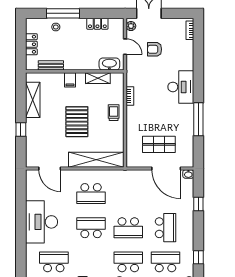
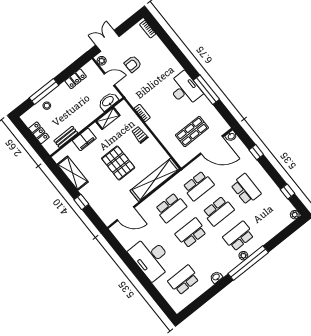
filing cabinet: (70, 80) -> (84, 139), width x2.00
desk: (181, 87) -> (185, 89), moved
school desk: (165, 262) -> (198, 186), moved, turned 180

